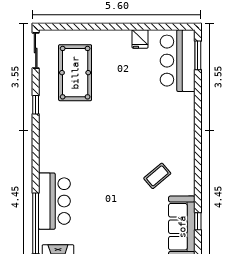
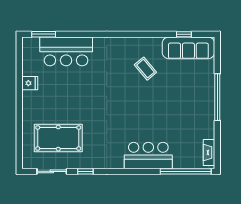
sliding door: (36, 51) -> (52, 171), moved
bar counter: (178, 61) -> (66, 51), moved
bar counter: (54, 201) -> (148, 156), moved

